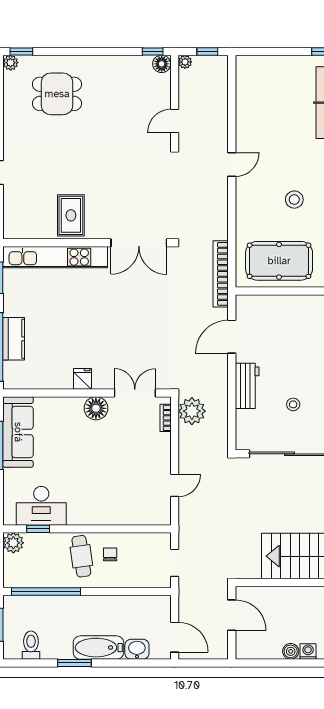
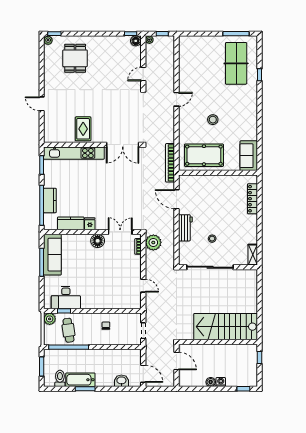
dining table: (57, 94) -> (75, 58), turned 90
door: (232, 337) -> (177, 199), hinge flipped
kitchen counter: (50, 378) -> (71, 223), added
door: (175, 485) -> (143, 286), hinge flipped
cafe table: (81, 556) -> (68, 330), moved
bathtub: (98, 648) -> (80, 380), moved

